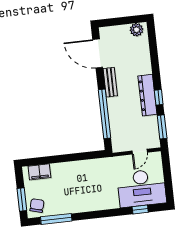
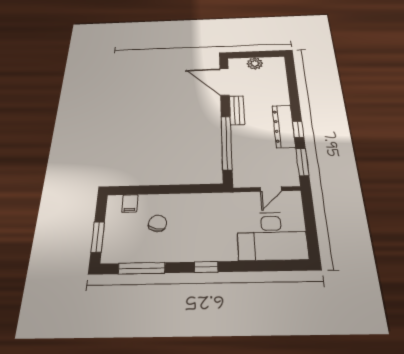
plant: (137, 30) -> (255, 64), moved
filing cabinet: (39, 172) -> (130, 203), width x0.50
chair: (37, 206) -> (158, 223), moved
window: (140, 210) -> (206, 267), moved

